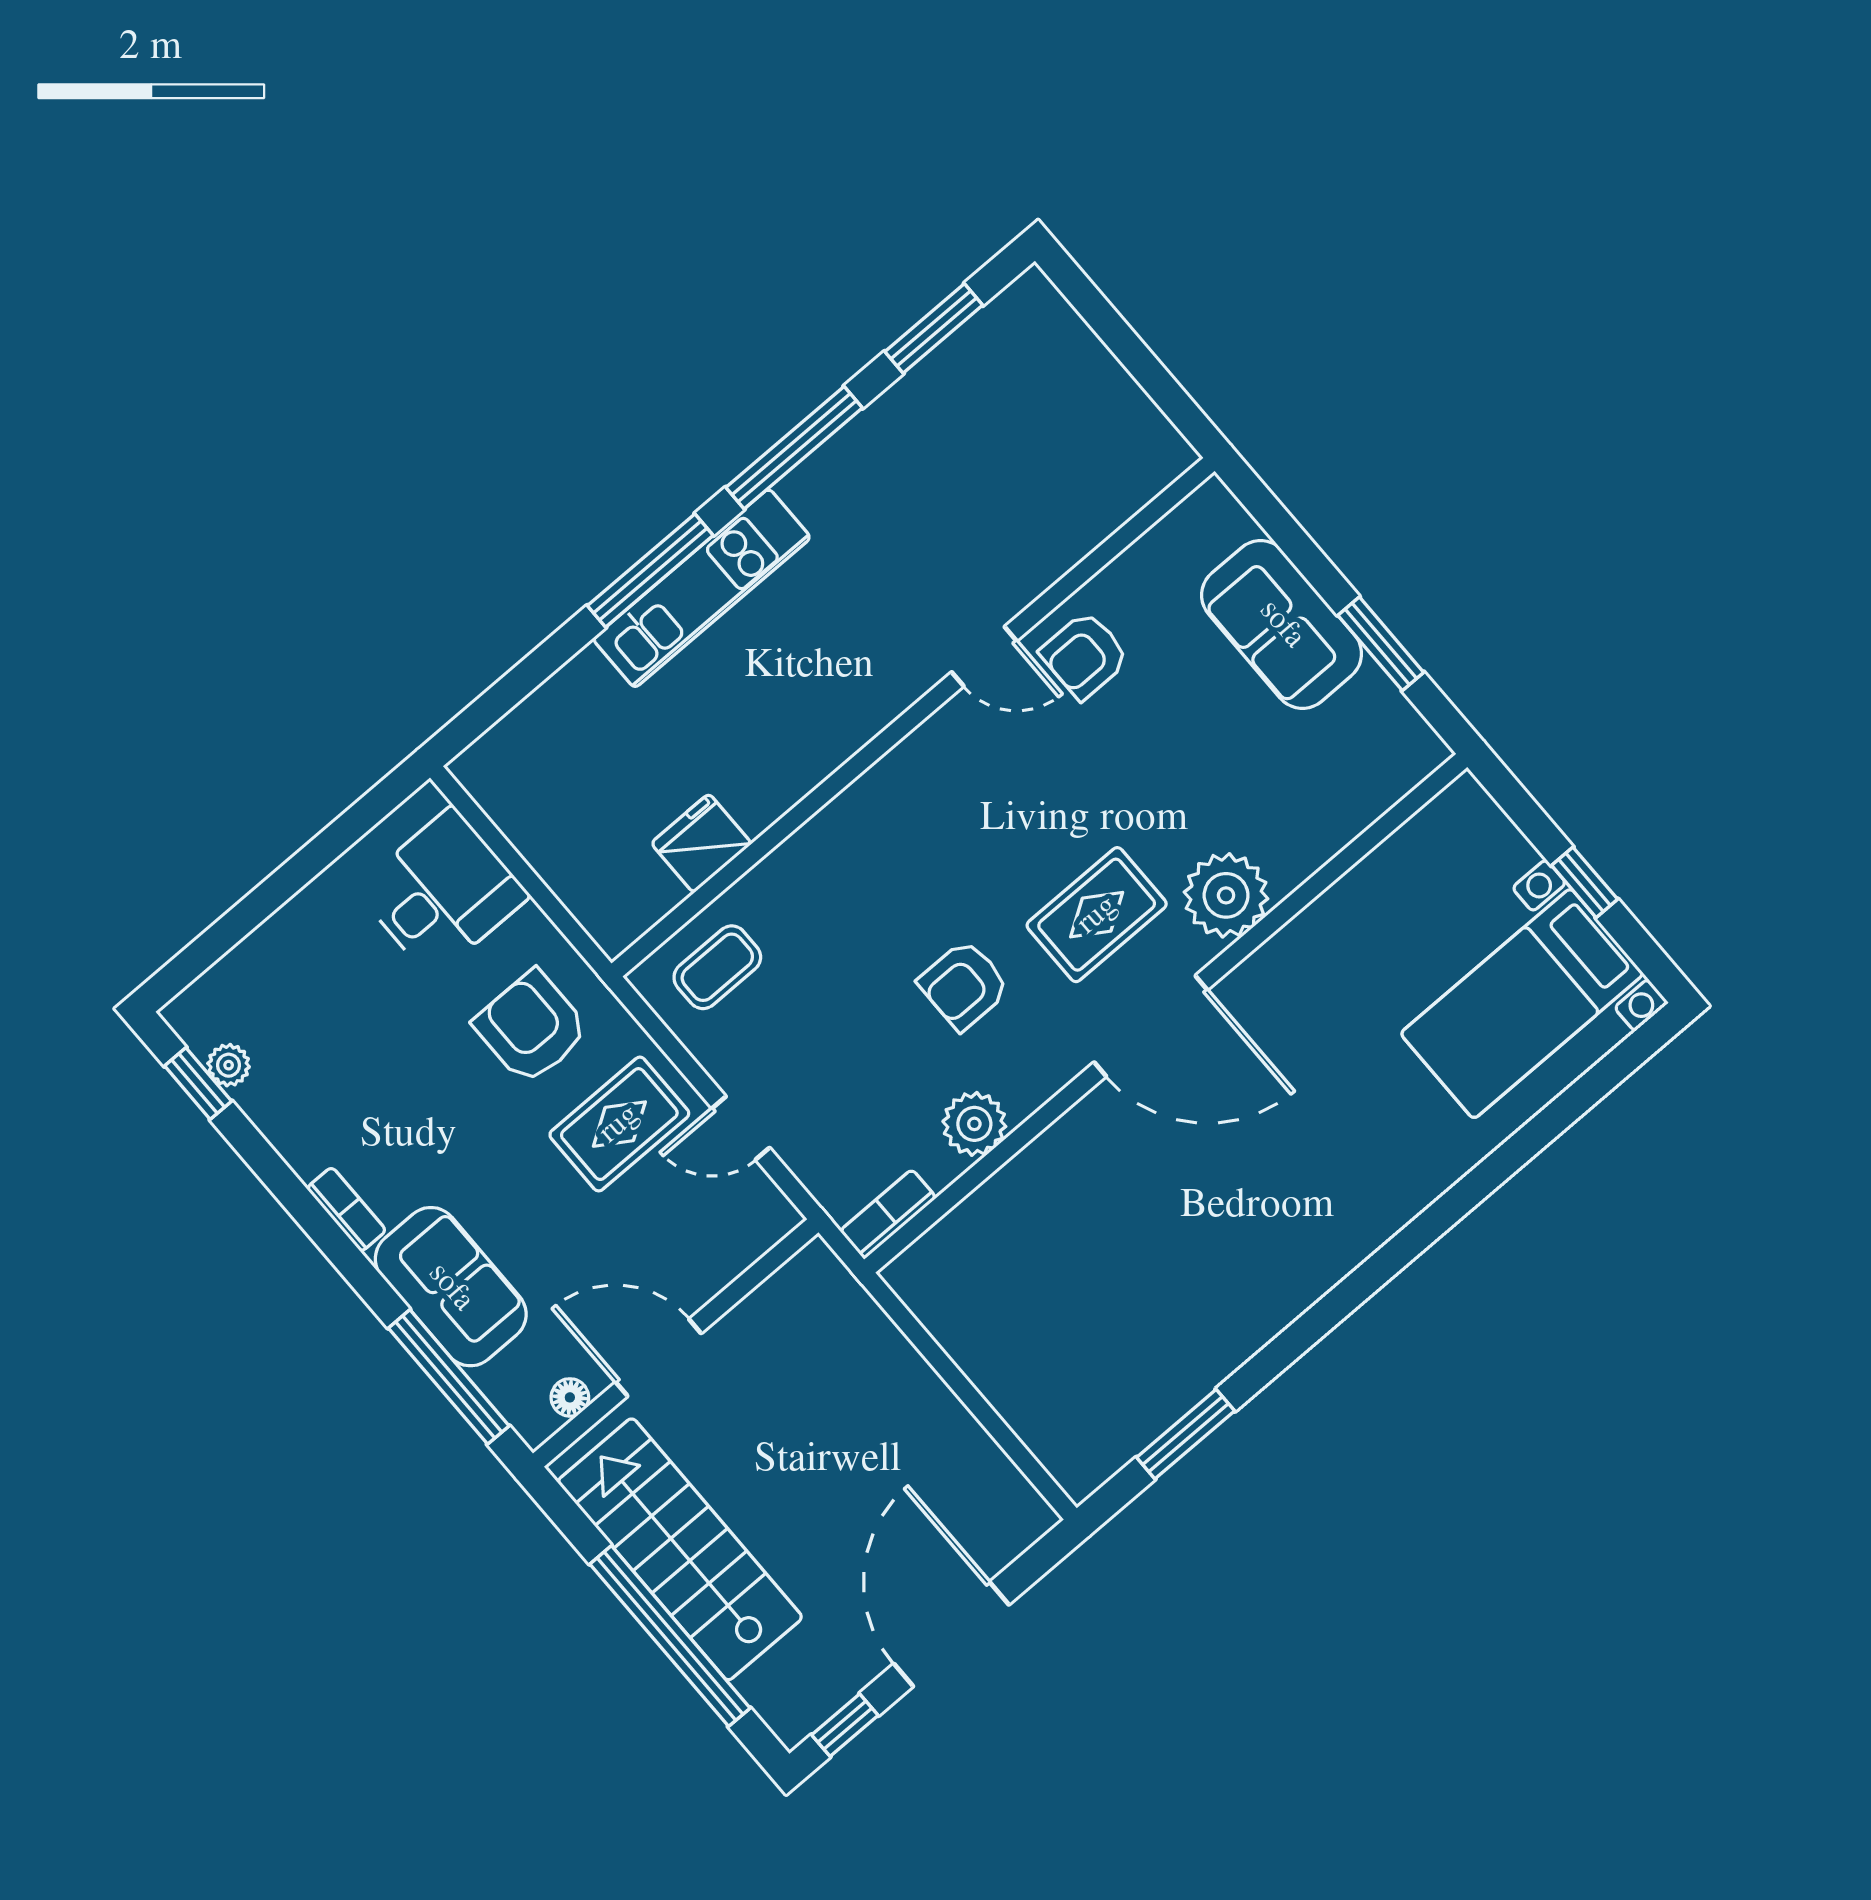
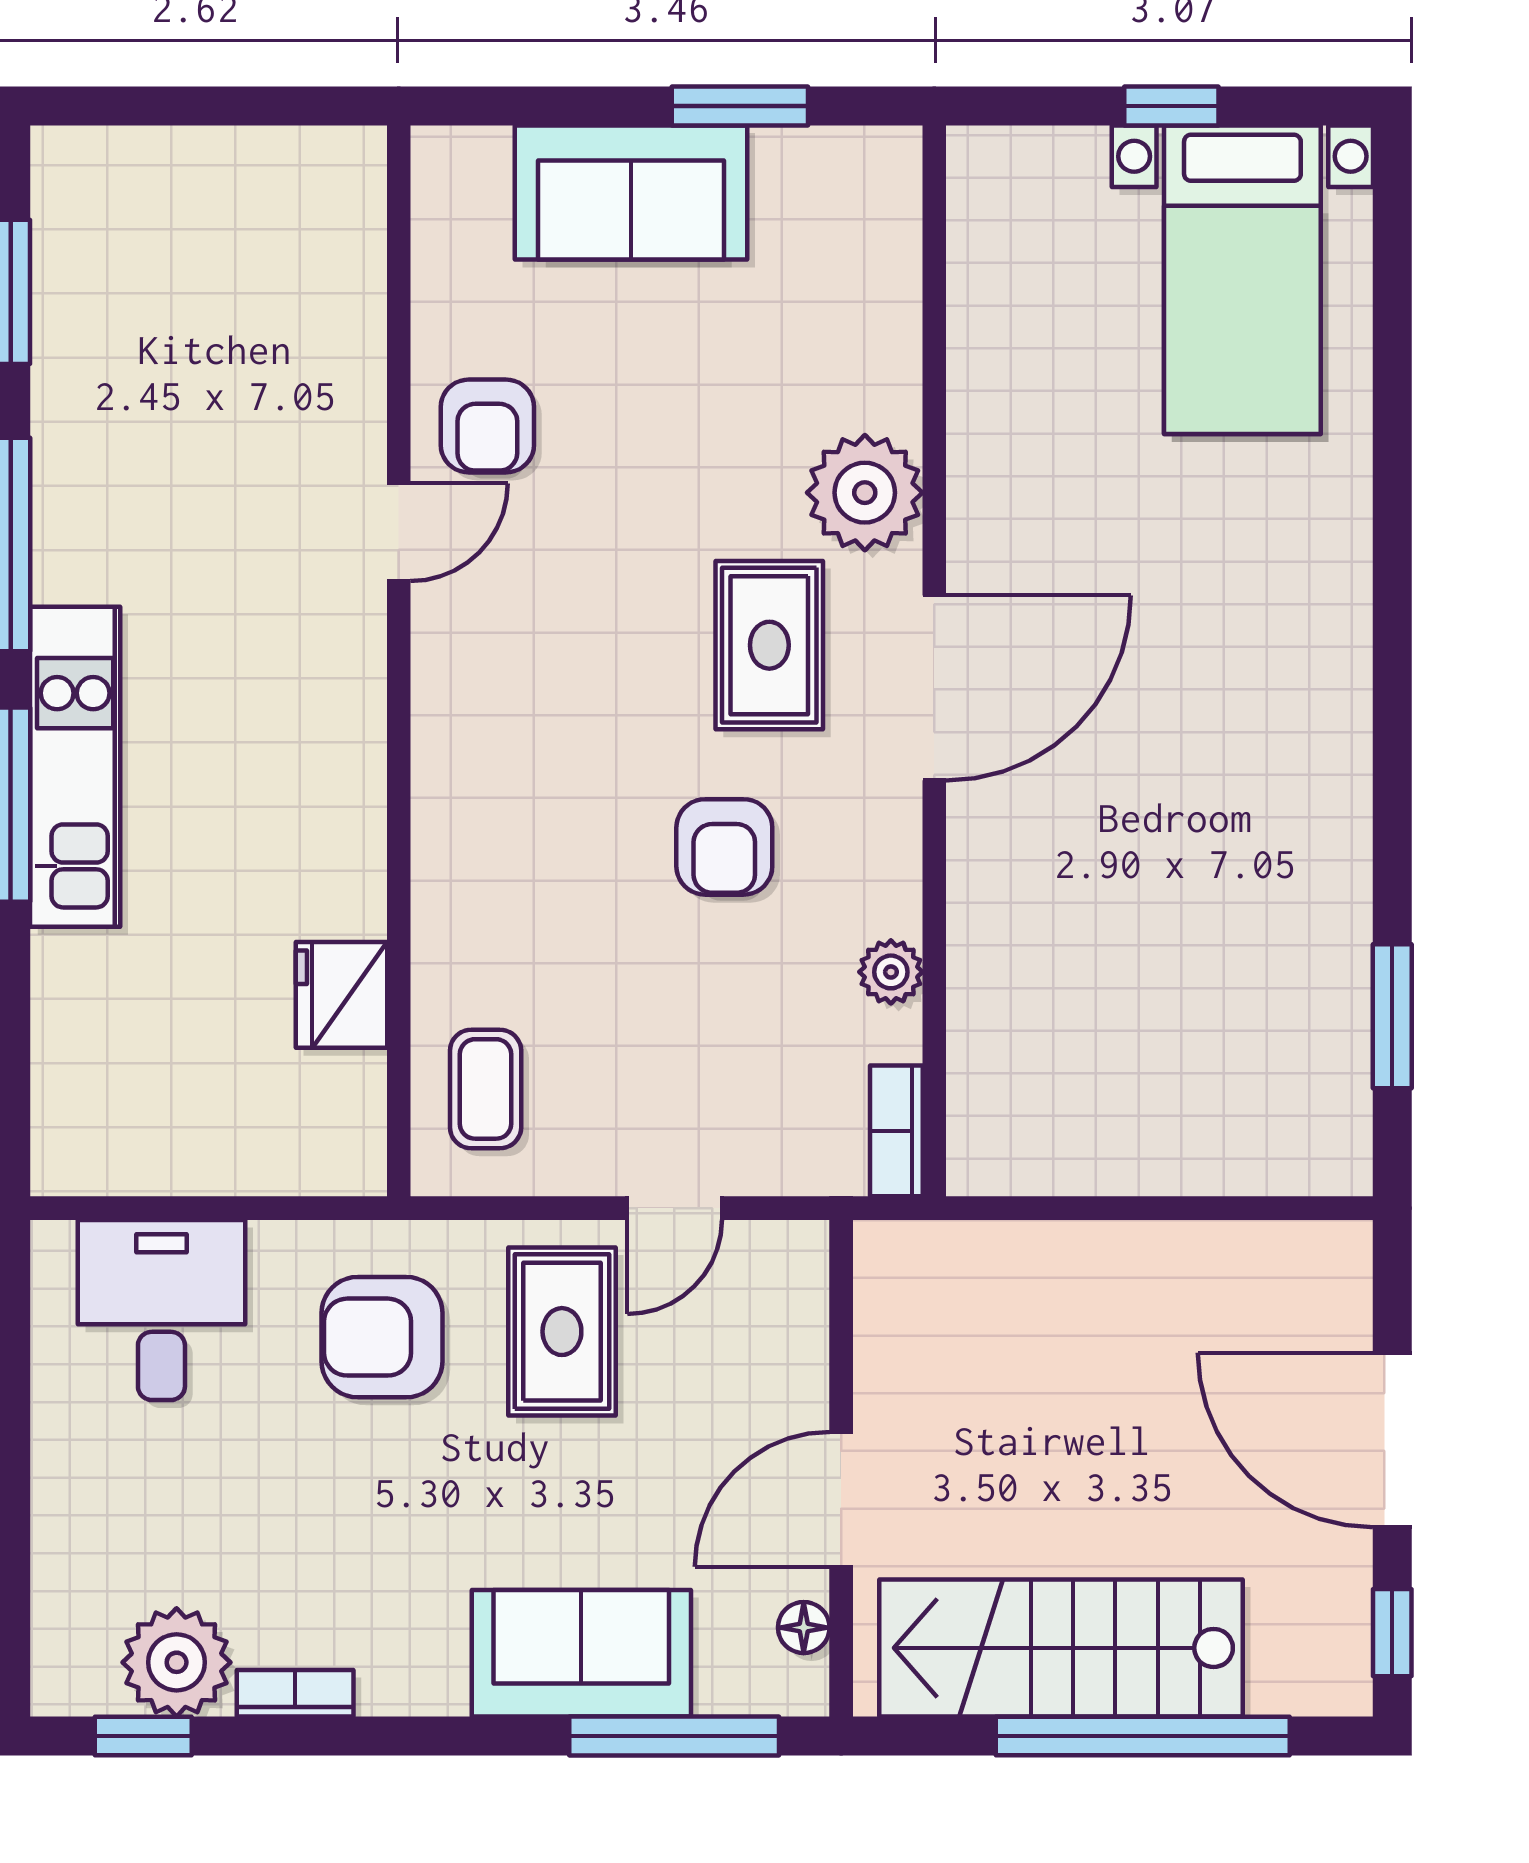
plant: (229, 1065) -> (177, 1662), width x1.87, depth x1.87
plant: (974, 1124) -> (891, 972), width x0.73, depth x0.73
bookcase: (346, 1209) -> (295, 1693), moved

